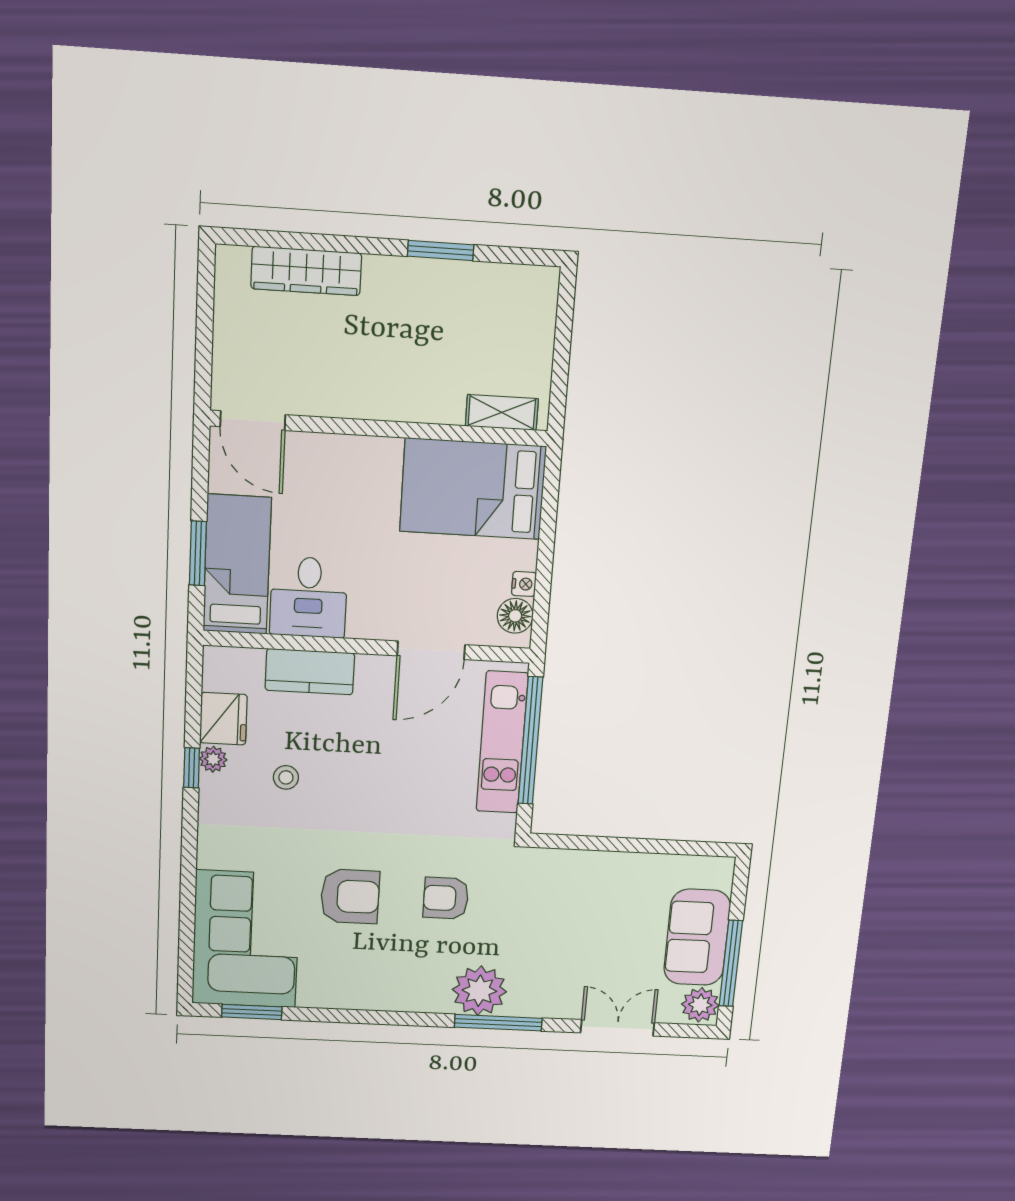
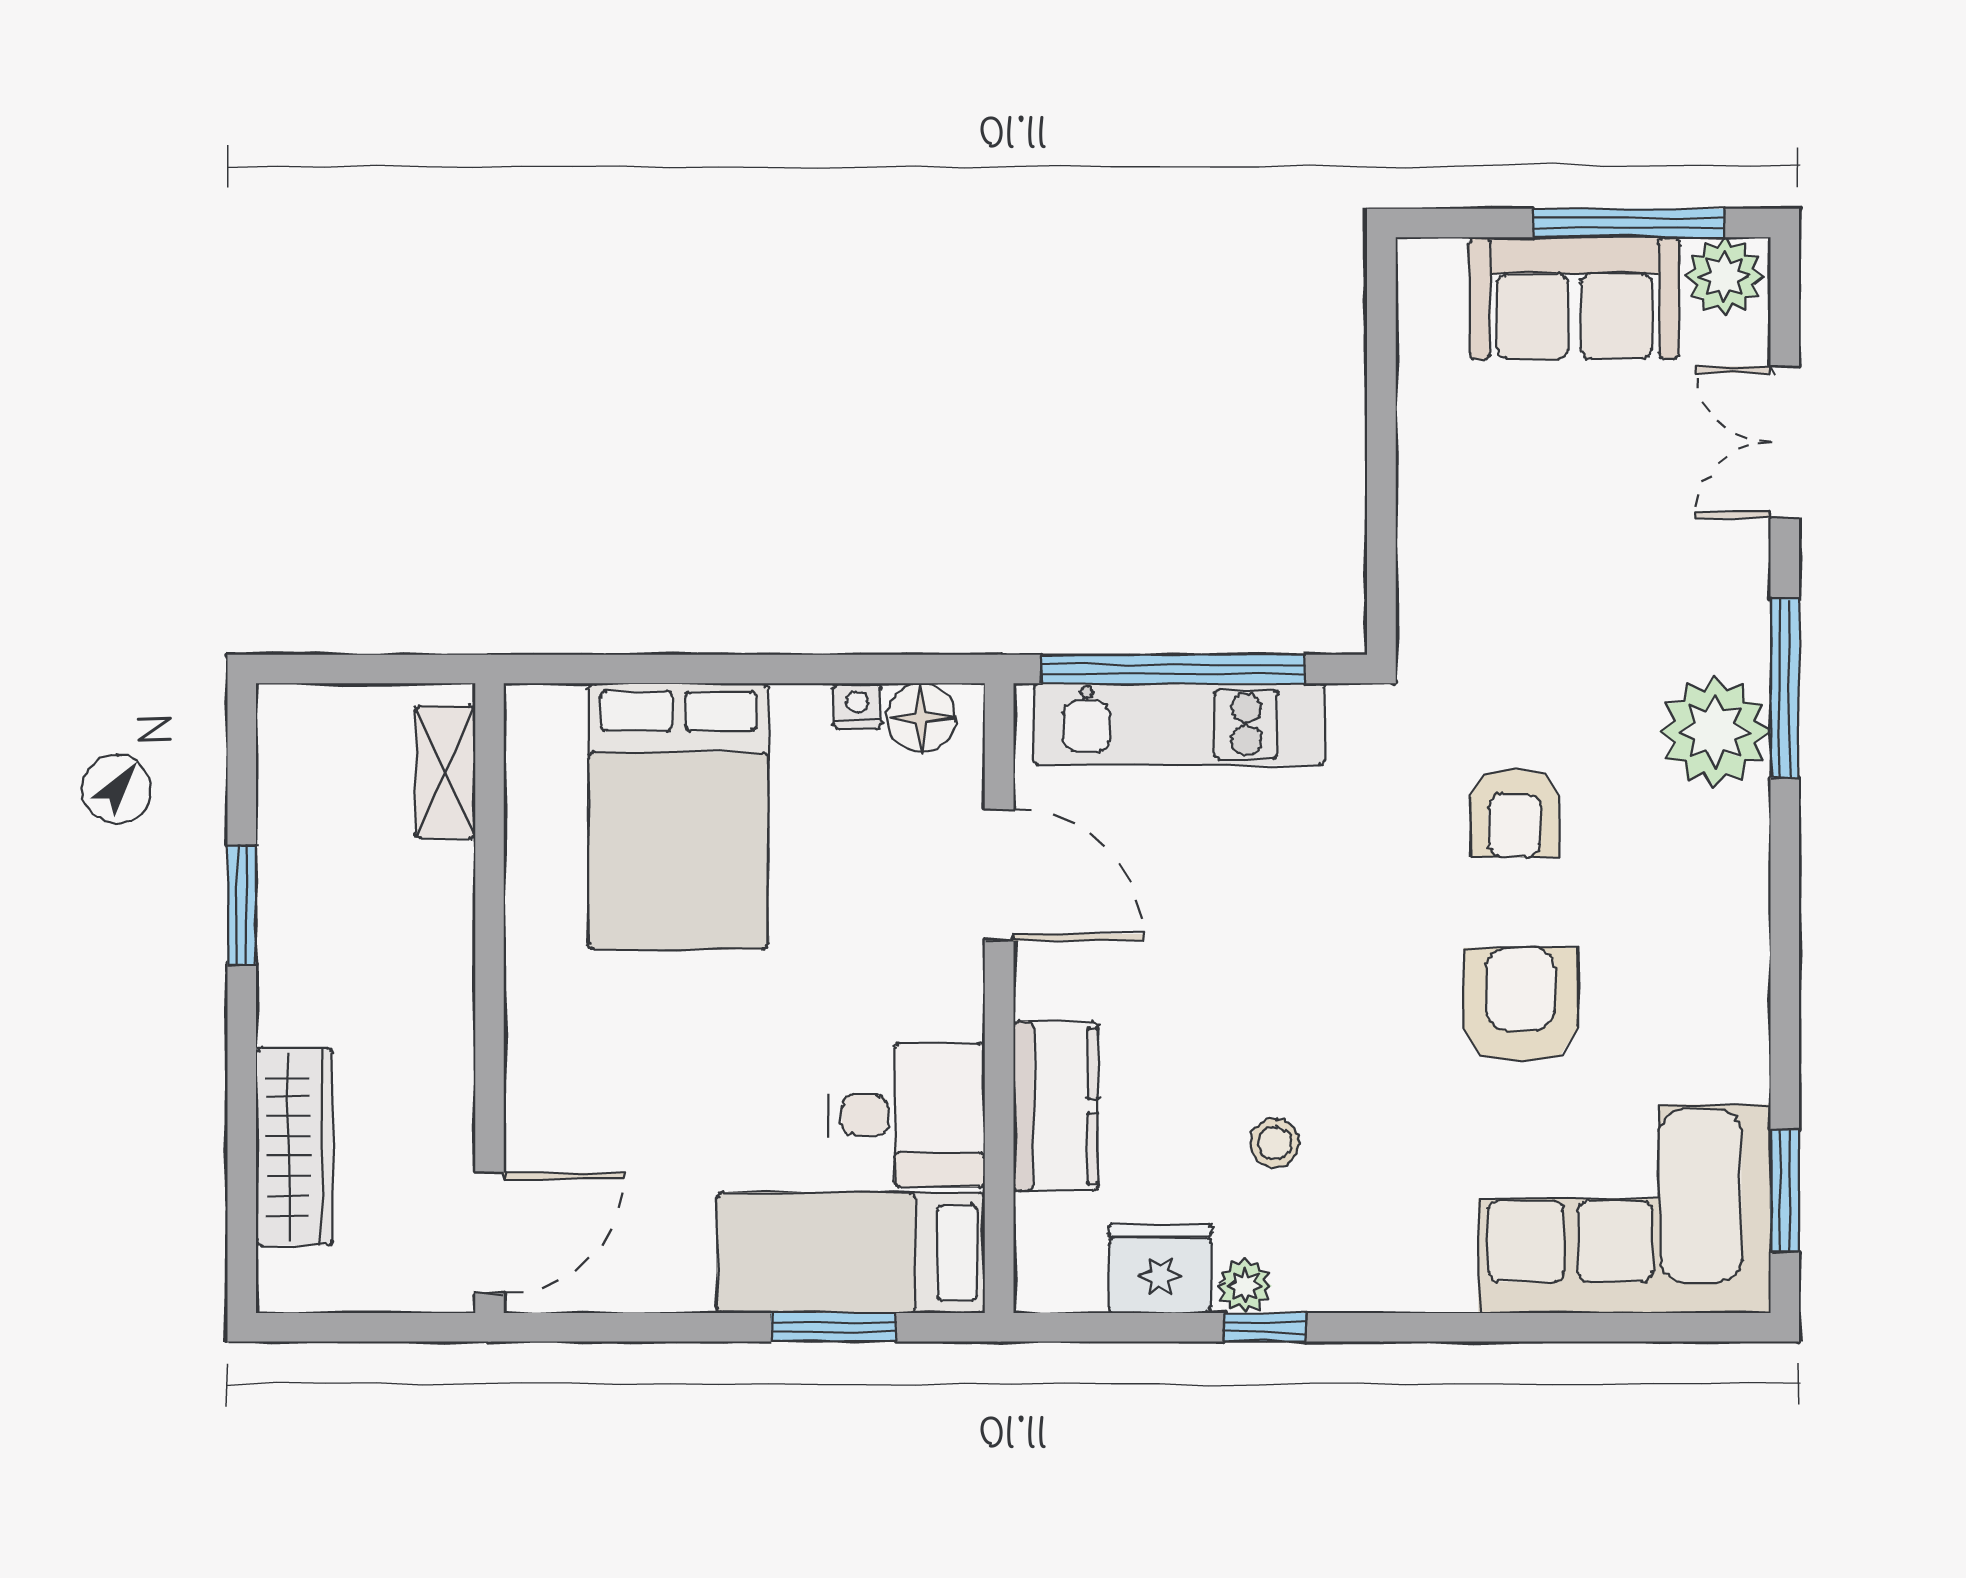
shelving: (502, 412) -> (446, 772), moved
door: (253, 421) -> (490, 1233), moved
wall: (379, 428) -> (490, 998), moved

